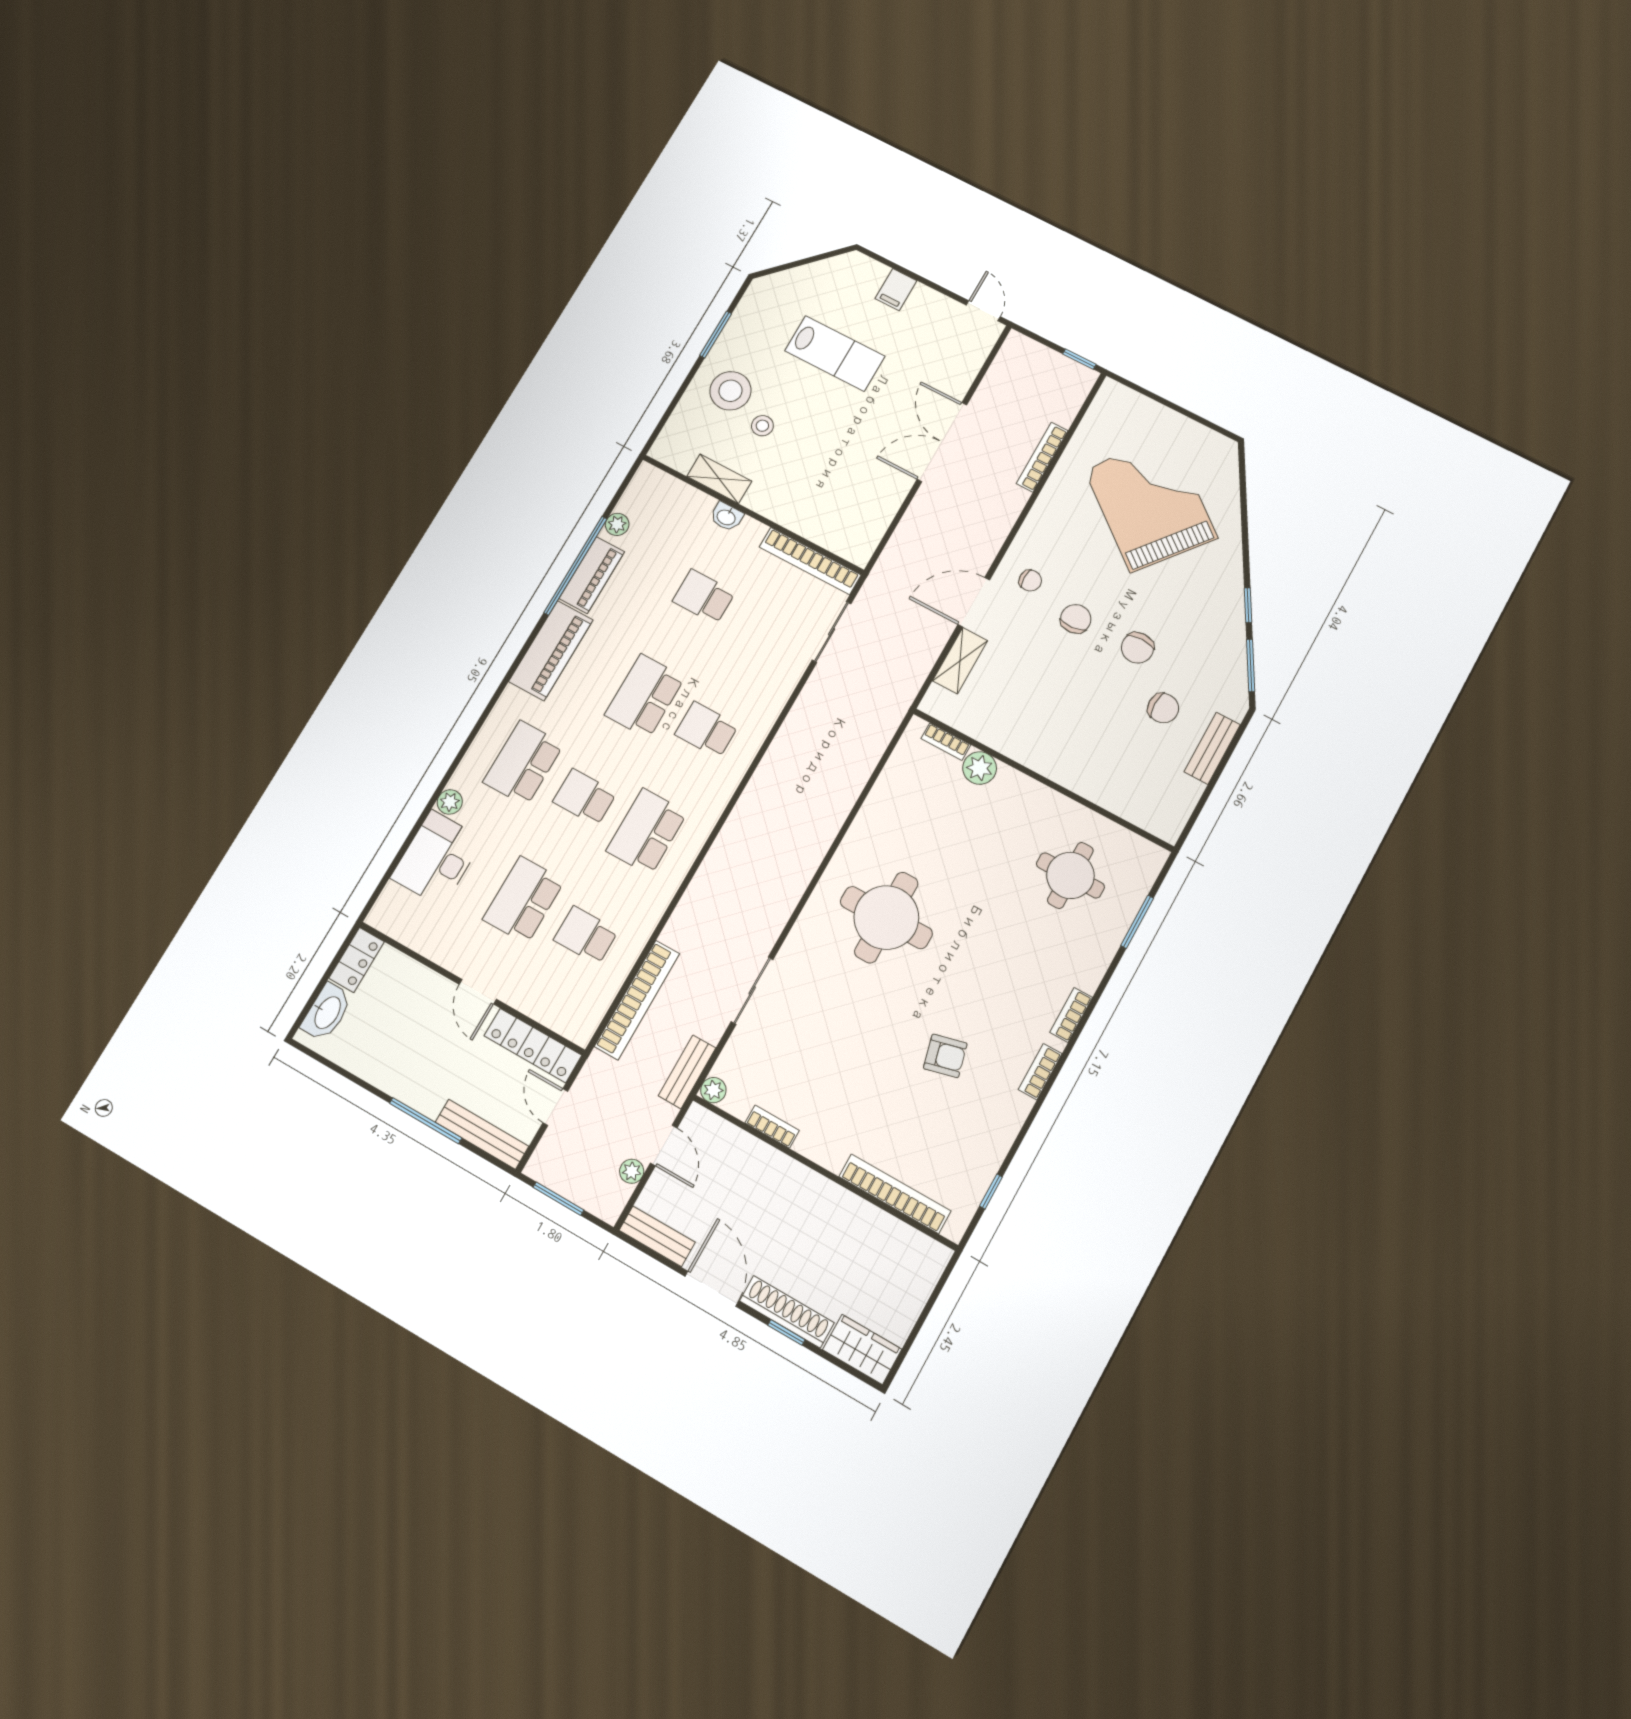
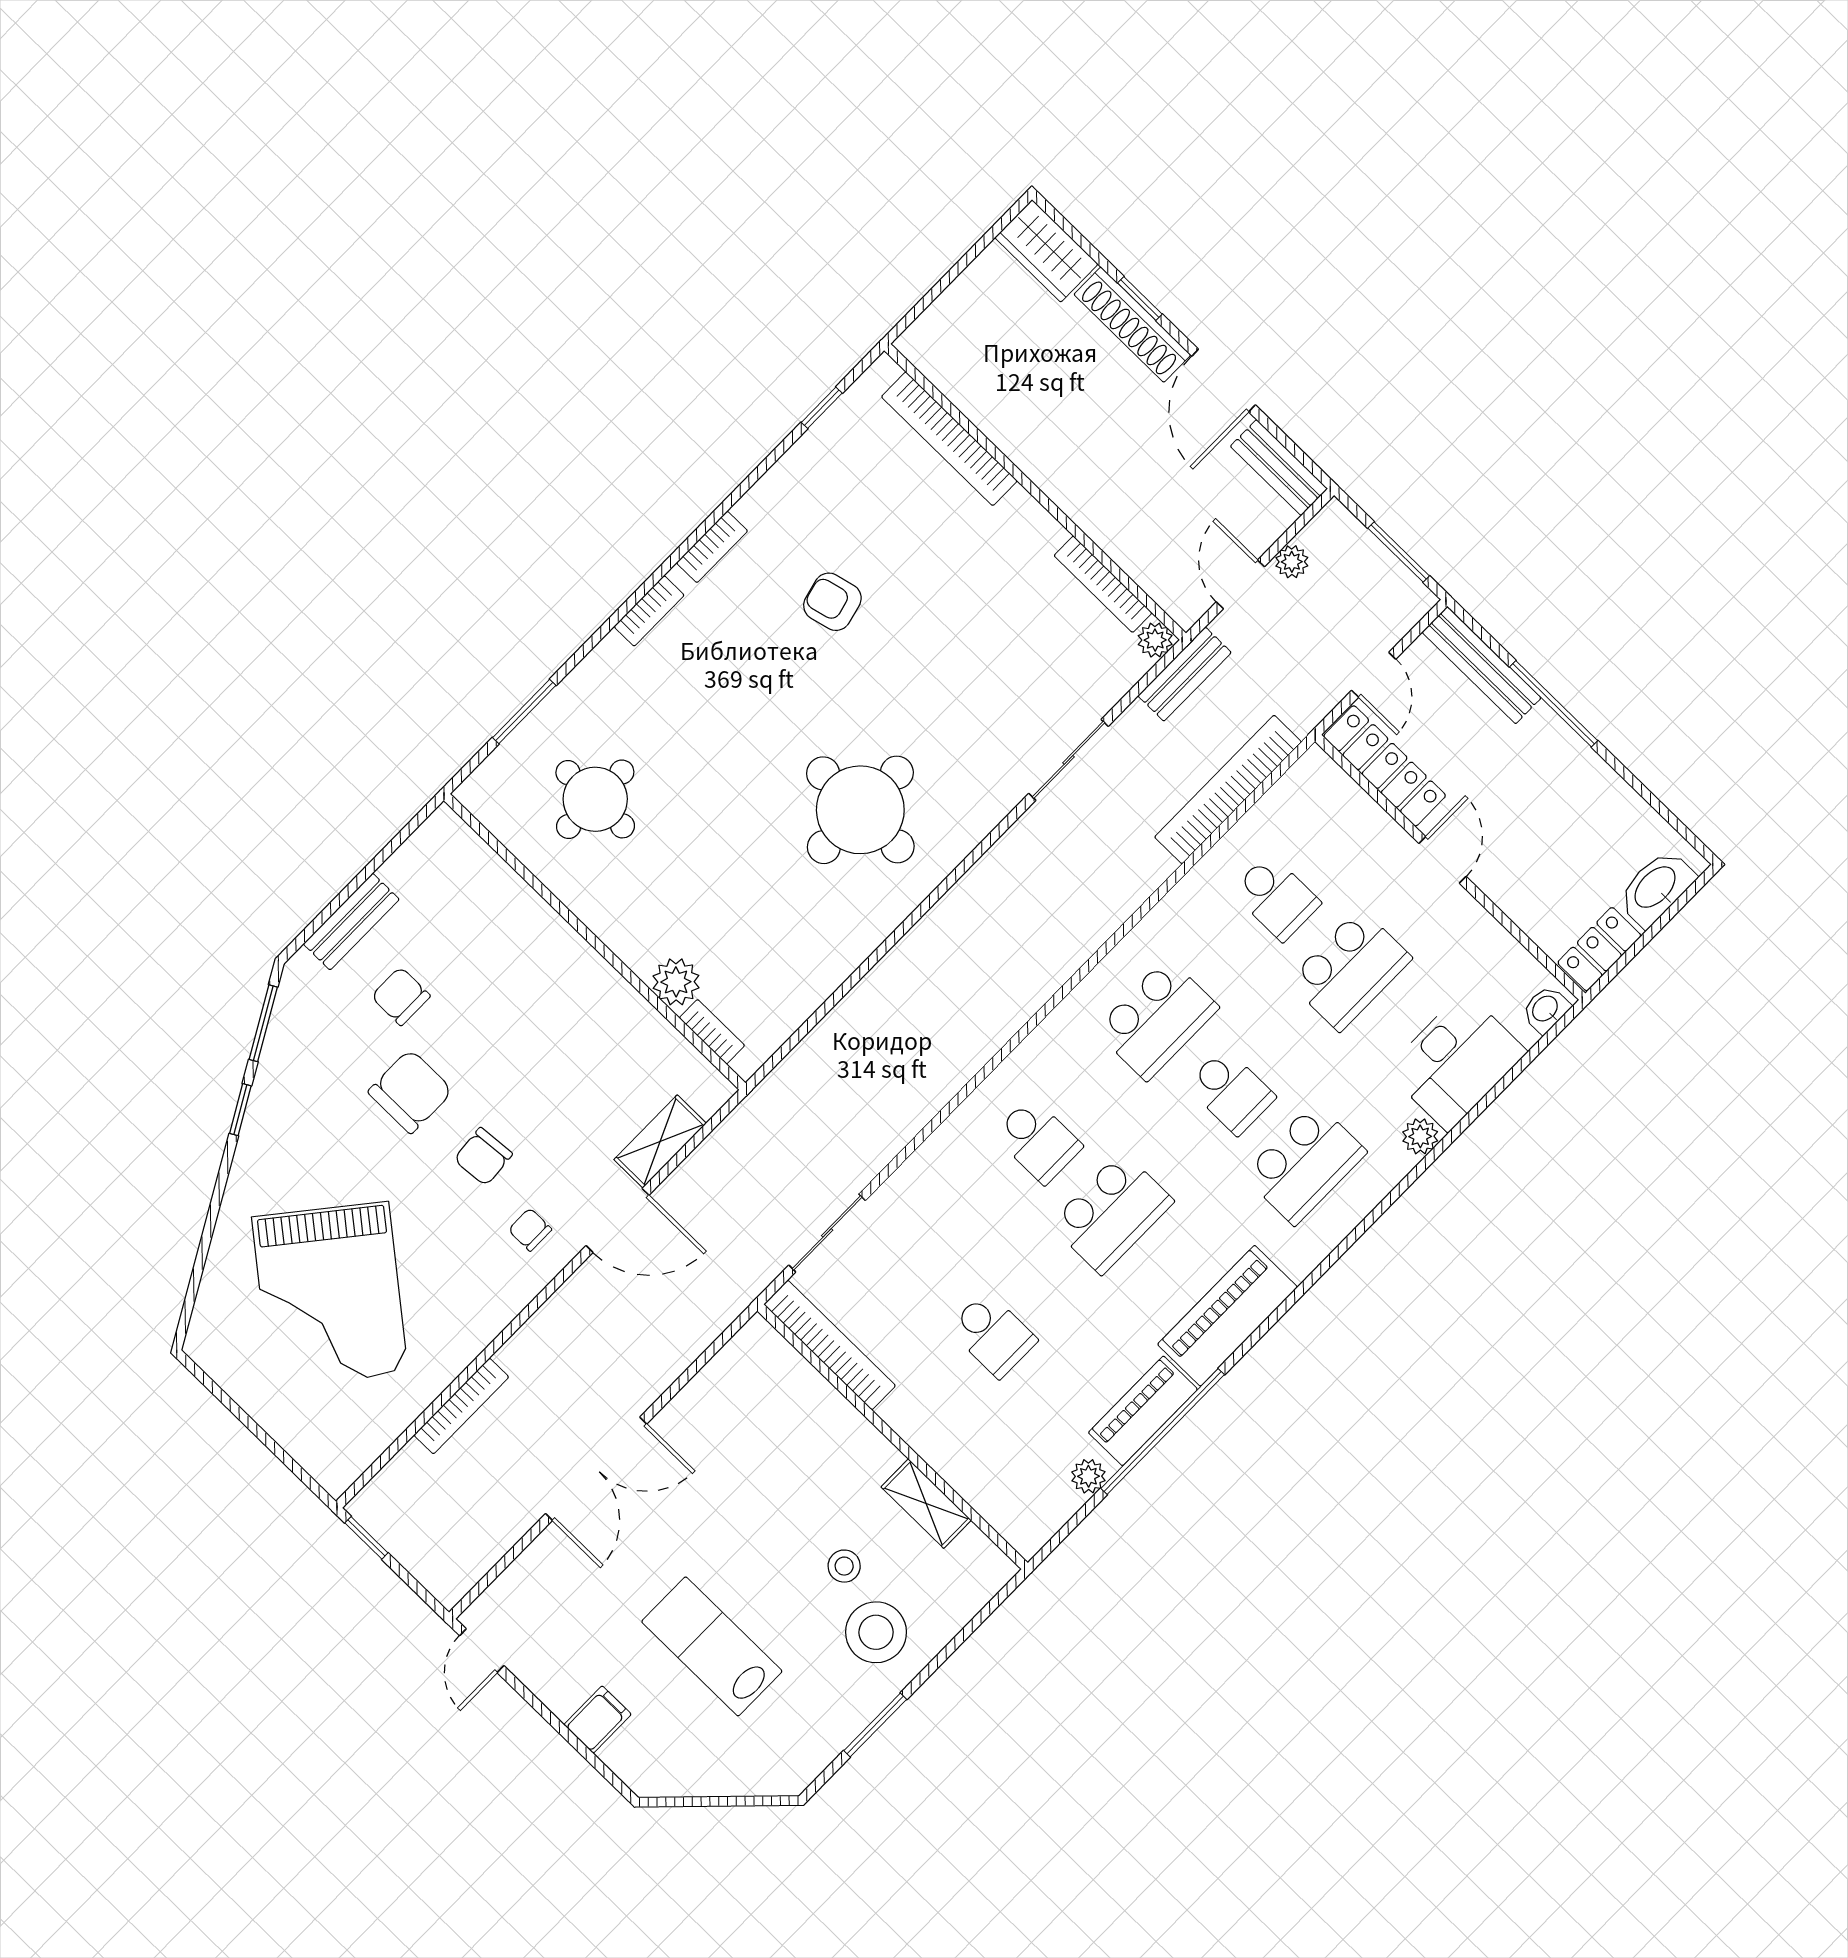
washbasin: (726, 517) -> (1546, 1009), moved, turned -90
chair: (1137, 648) -> (410, 1091), width x1.37, depth x1.37
bookcase: (772, 1127) -> (1103, 584), width x1.56

